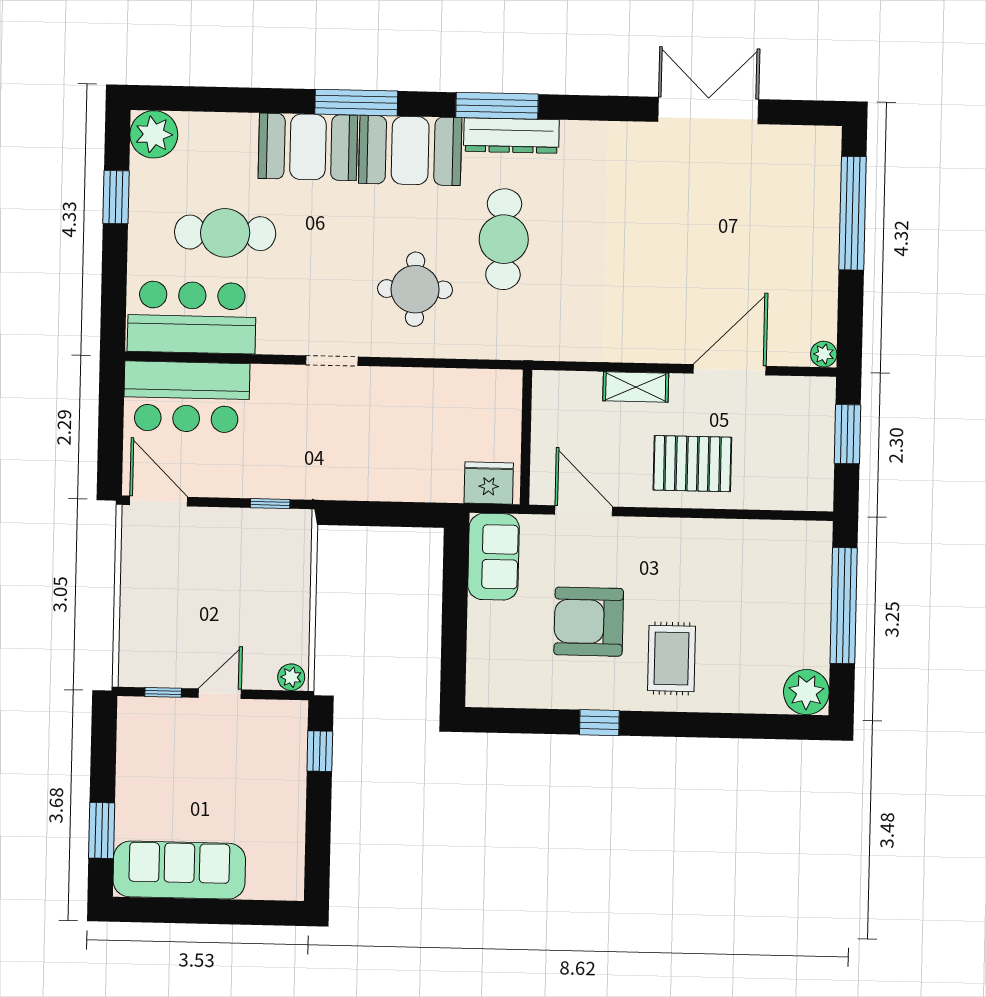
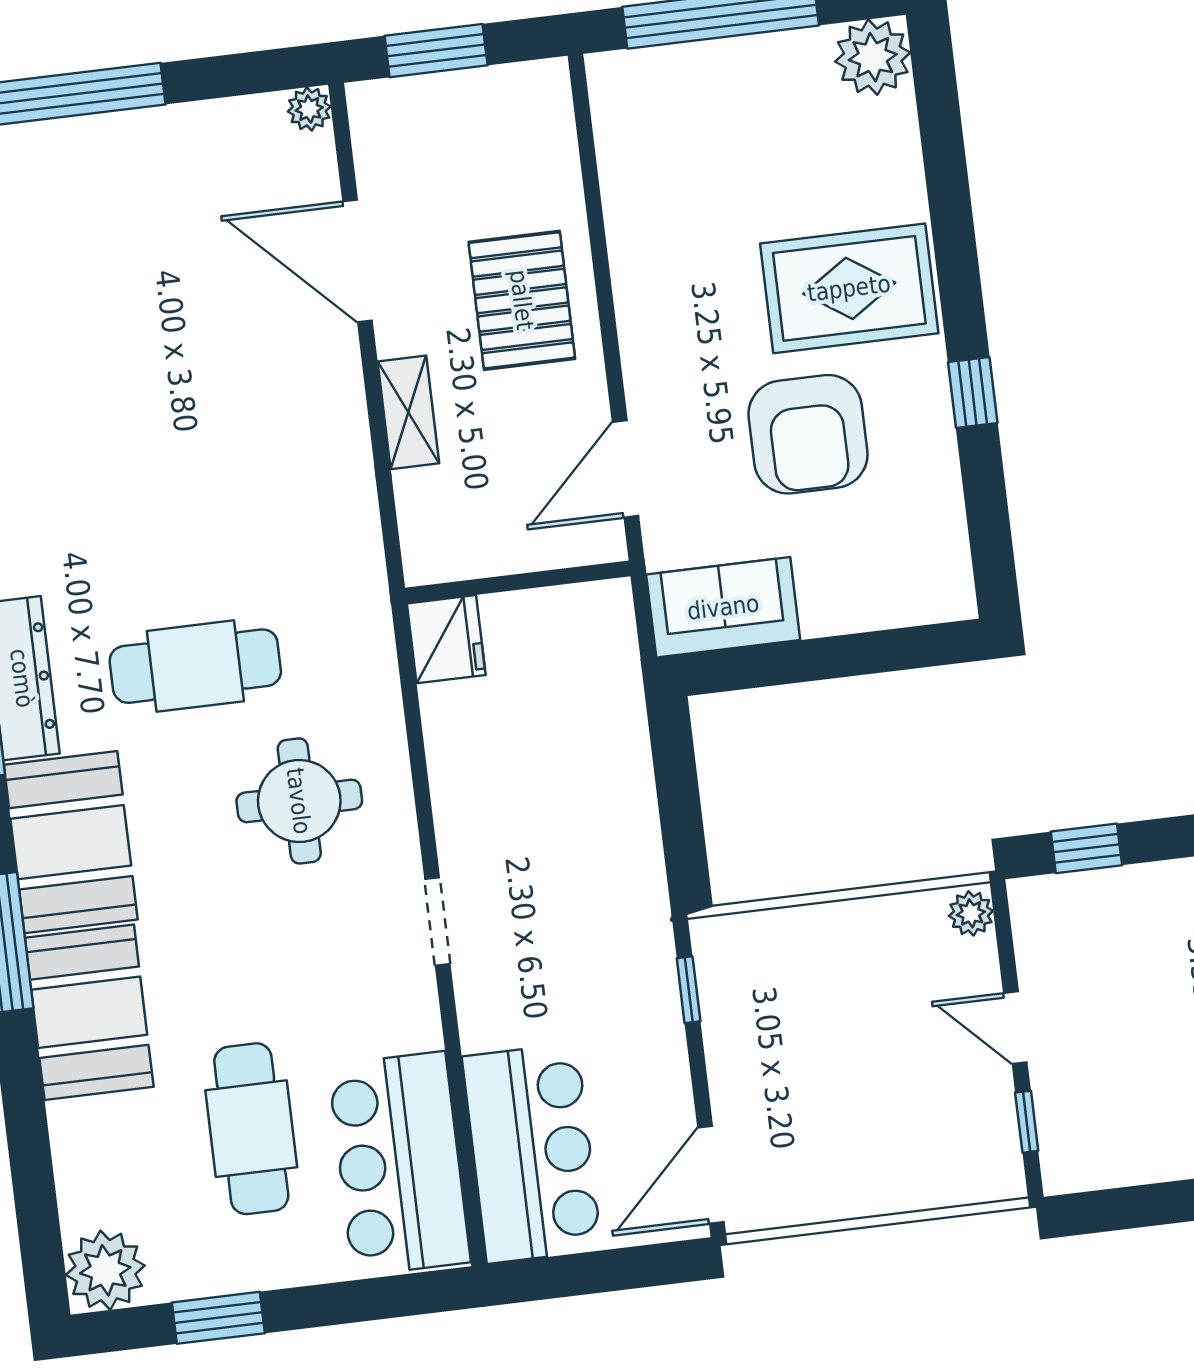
fridge: (489, 483) -> (446, 639), moved, turned 180
rug: (672, 658) -> (849, 288), width x1.36, depth x1.43

